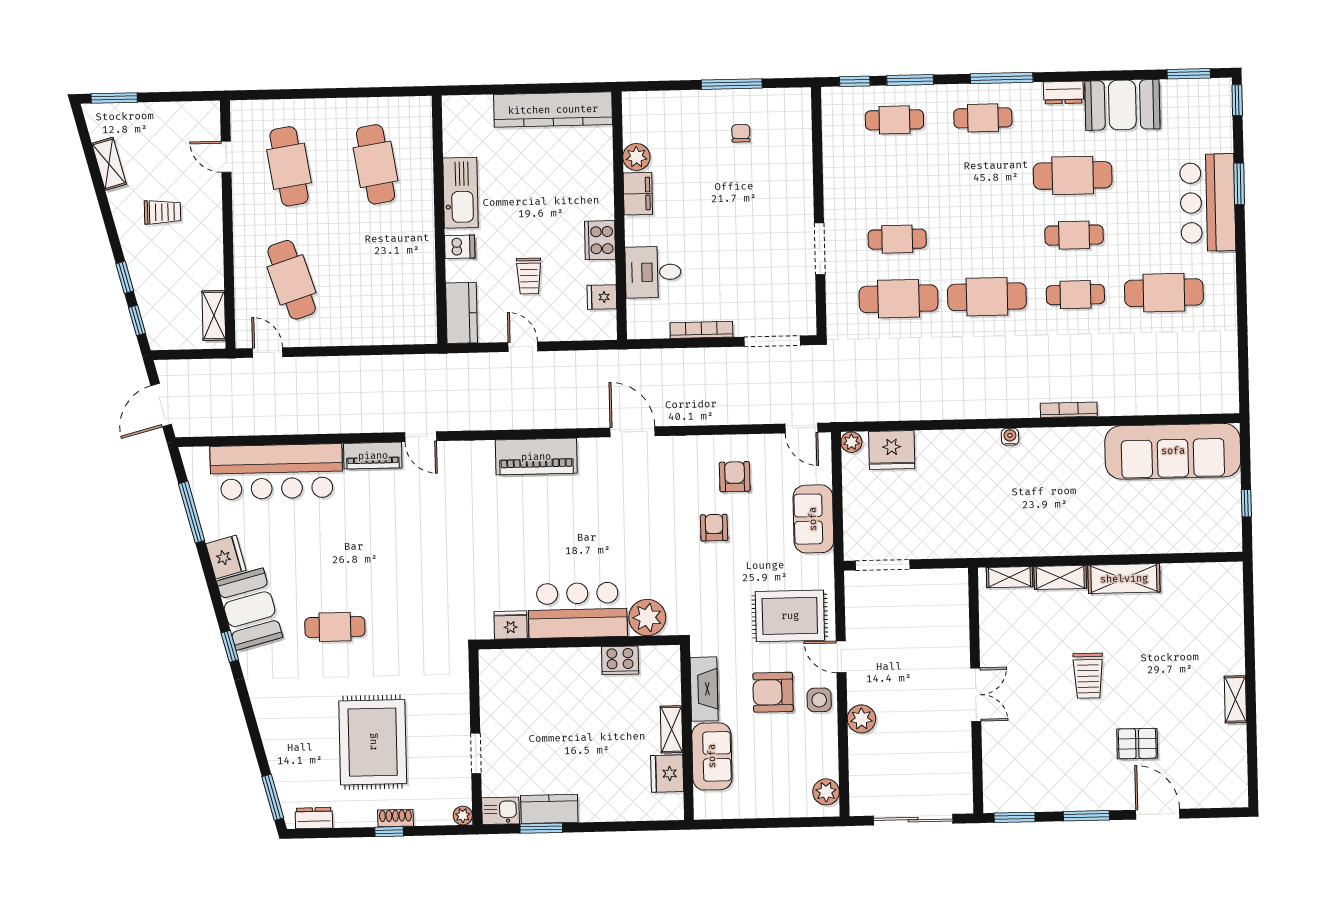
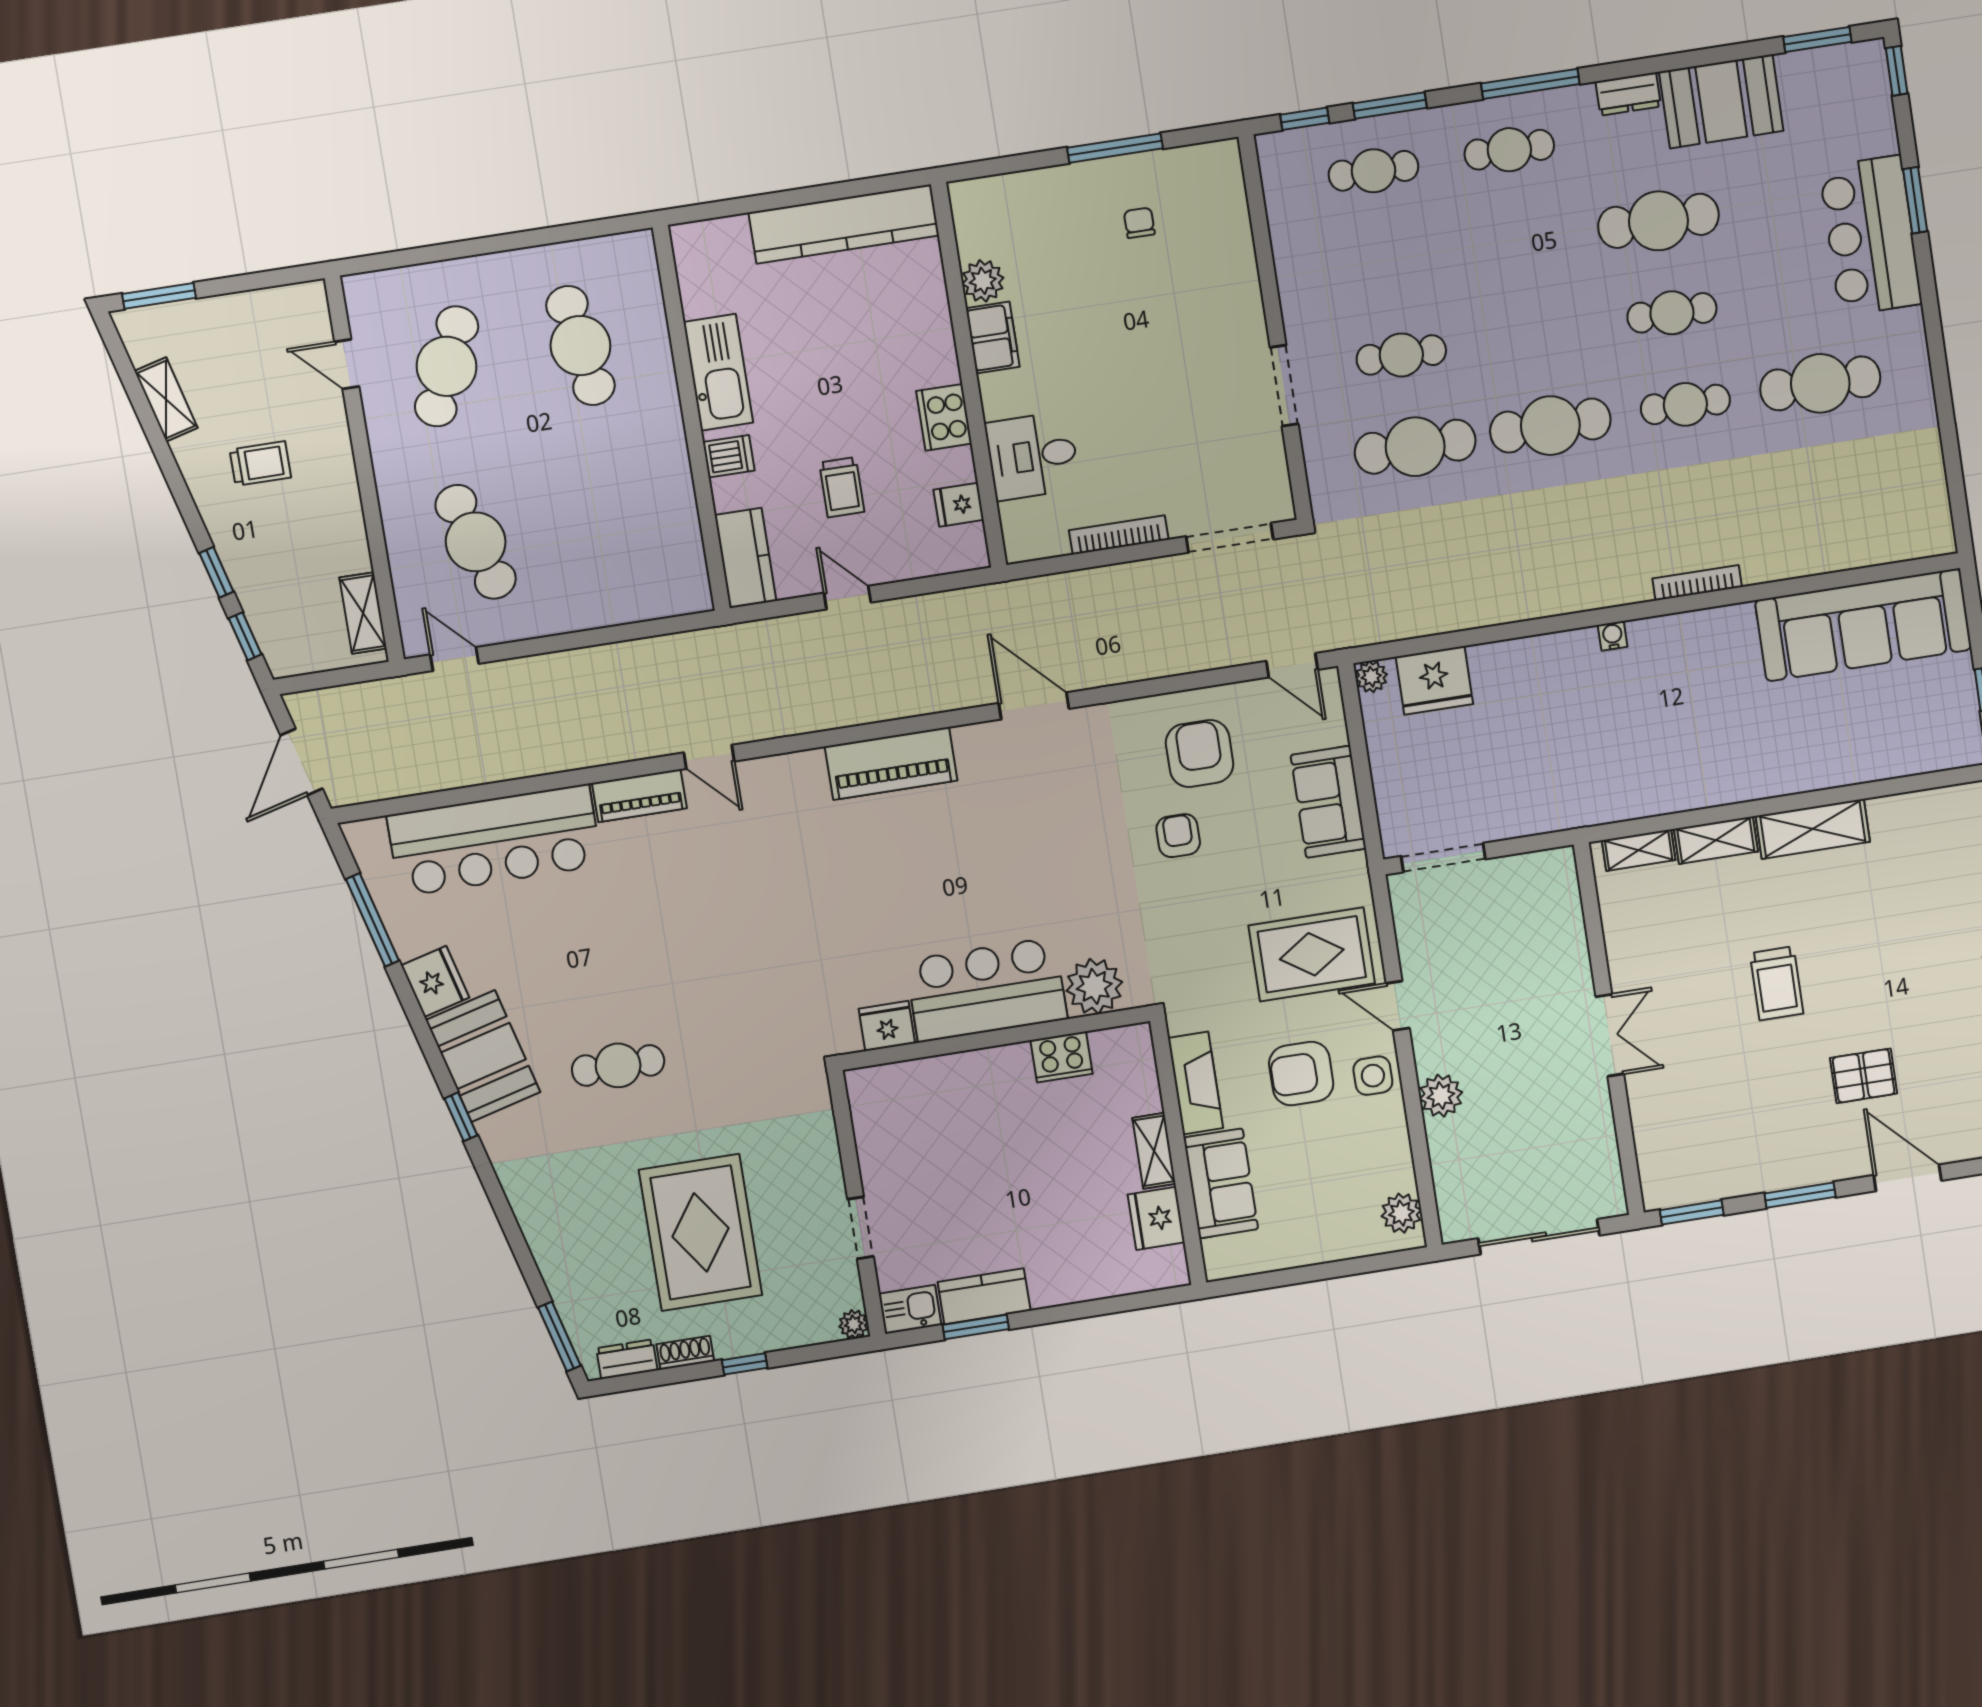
cafe table: (289, 166) -> (447, 366), turned 33
armchair: (735, 477) -> (1200, 753), width x1.38, depth x1.38
shoe rack: (395, 818) -> (685, 1353), moved

